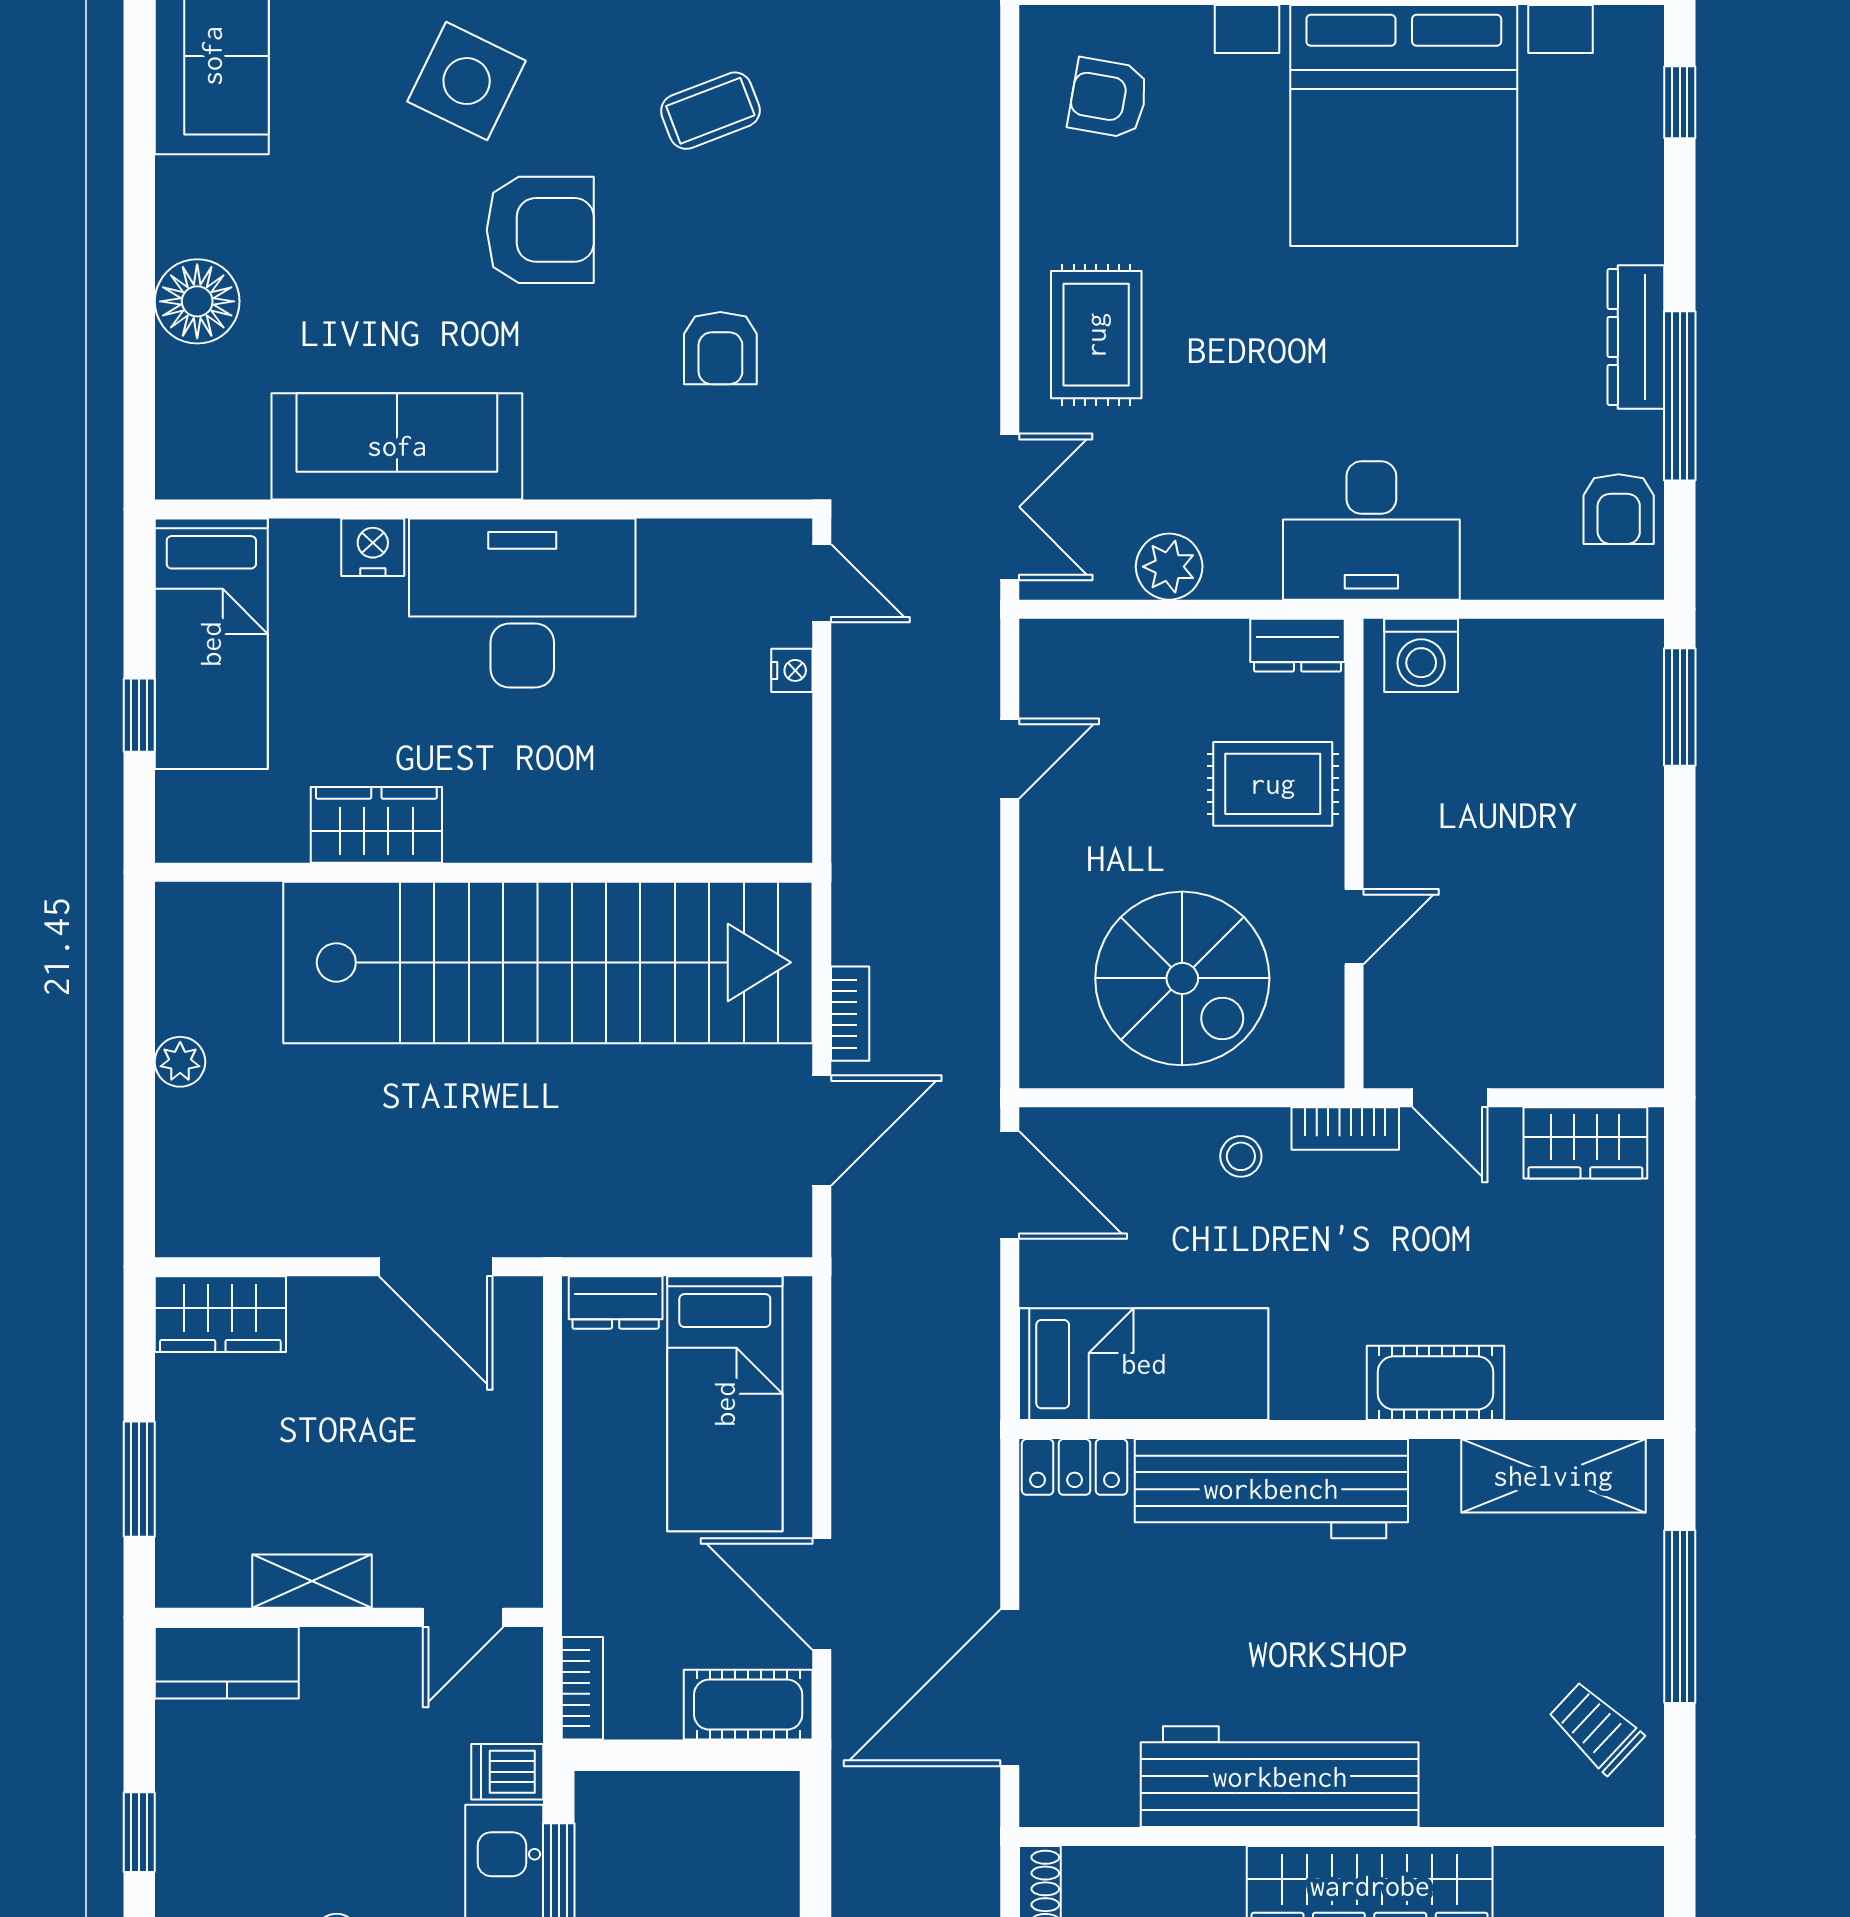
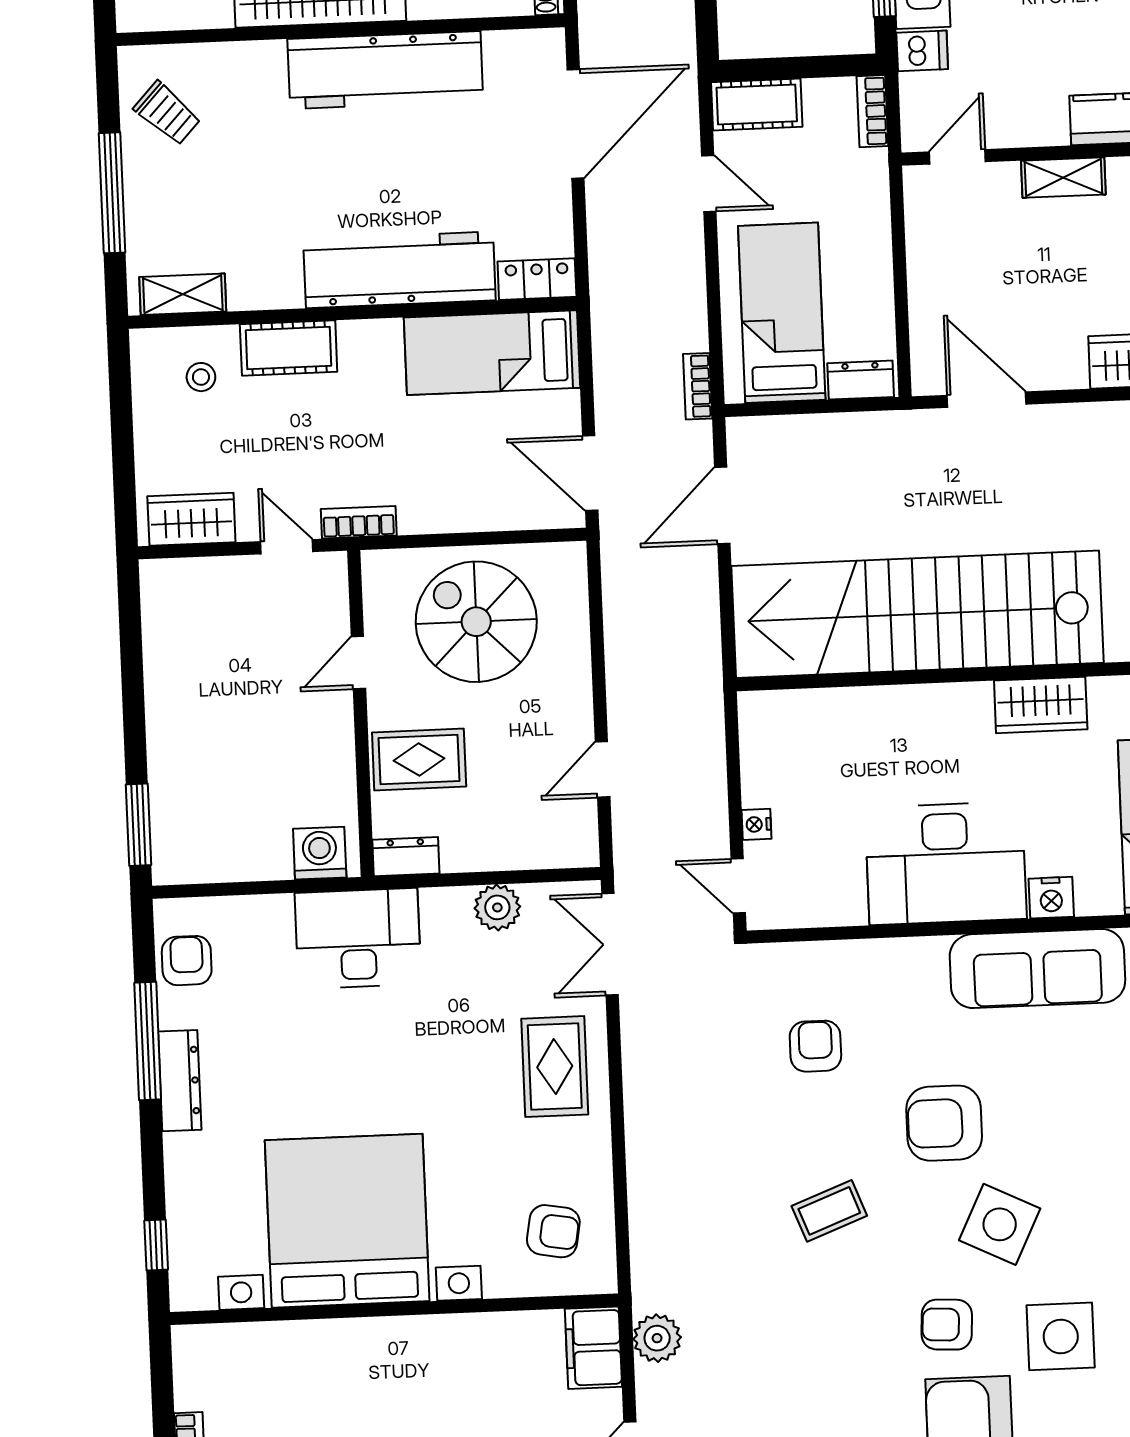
bookcase: (850, 1014) -> (698, 386), moved
stool: (1241, 1156) -> (201, 377), moved
shelving: (1553, 1476) -> (183, 294), width x0.67, depth x0.75
door: (822, 1594) -> (709, 183), width x0.73

